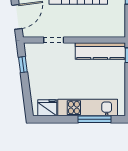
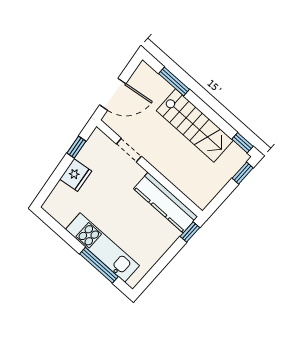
fridge: (47, 108) -> (76, 175), moved, turned 83

